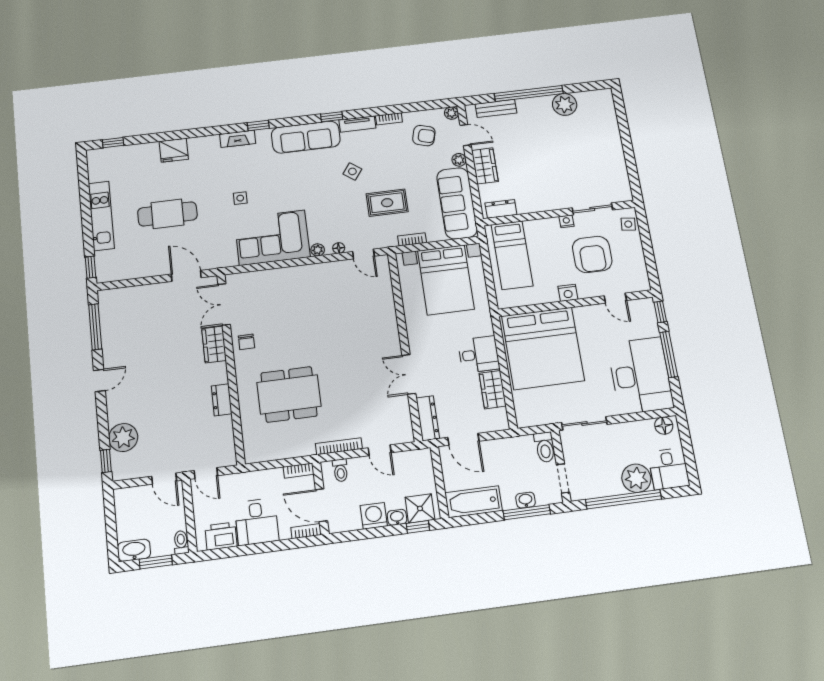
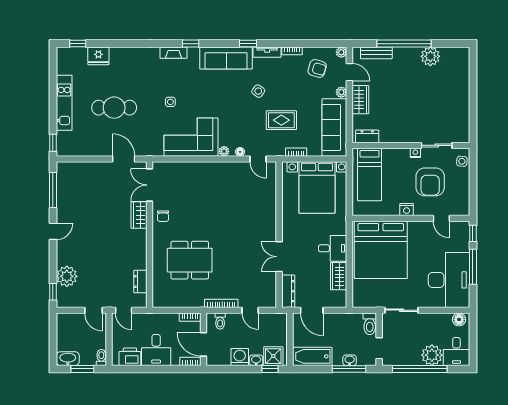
fridge: (174, 150) -> (98, 56), moved
dresser: (222, 400) -> (140, 282), moved

